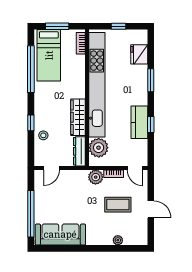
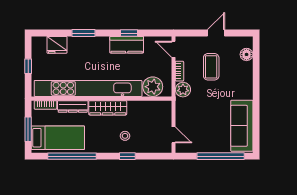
wardrobe: (78, 117) -> (108, 108), moved
stool: (43, 135) -> (125, 136), moved
dresser: (79, 151) -> (73, 106), moved
door: (135, 168) -> (174, 49), swing flipped
floor lamp: (130, 239) -> (247, 54), added
plant: (118, 240) -> (248, 67), removed

